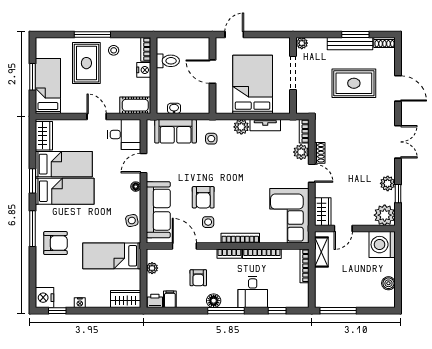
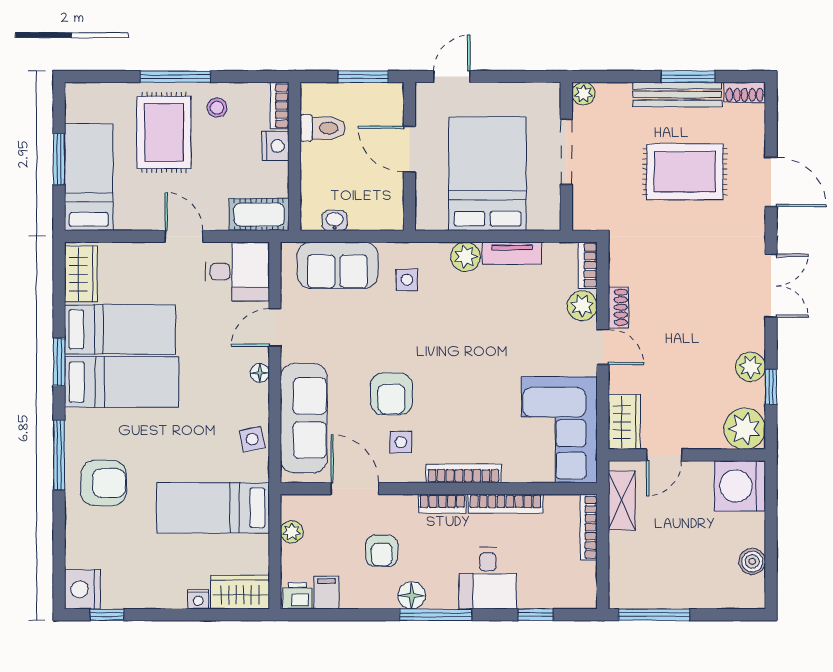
window: (189, 34) -> (363, 77), added
nightstand: (80, 303) -> (198, 599), moved

